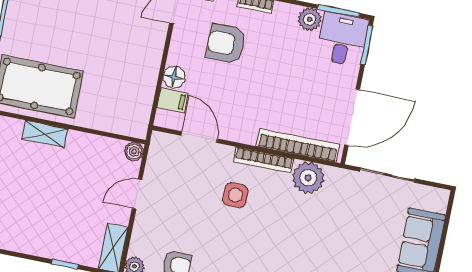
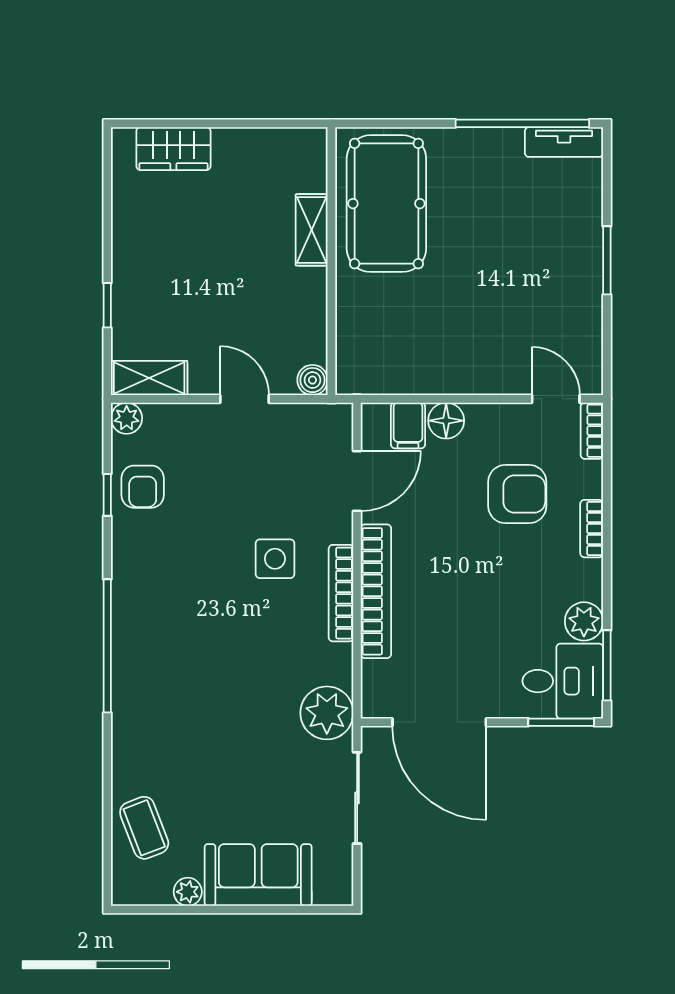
armchair: (226, 44) -> (517, 494), turned 90
bookcase: (298, 145) -> (376, 591), moved
plant: (308, 178) -> (327, 713), moved

